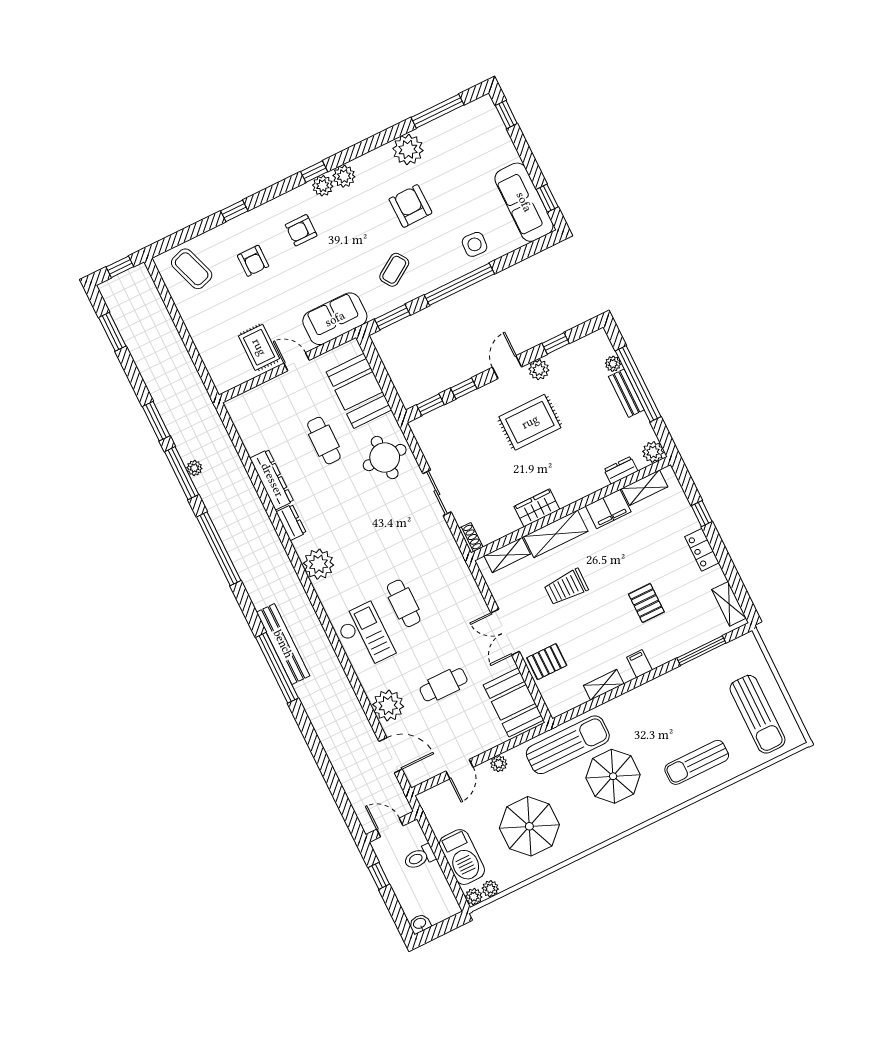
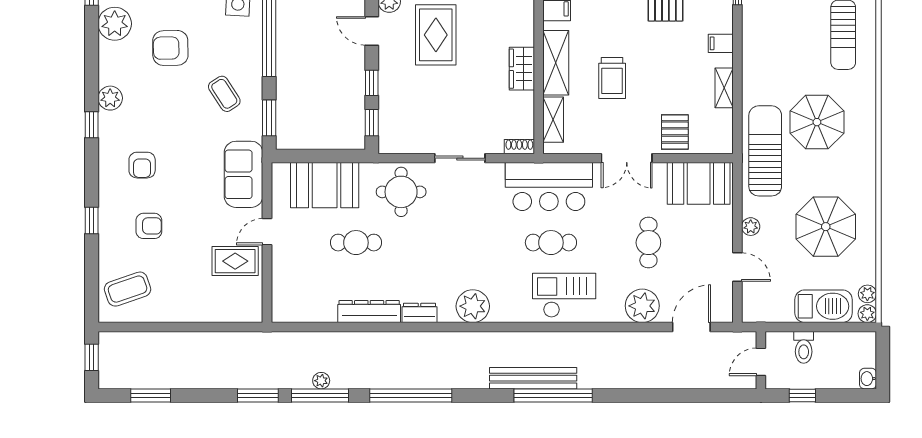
plant: (323, 186) -> (109, 123), removed
bar counter: (450, 579) -> (549, 187), added

